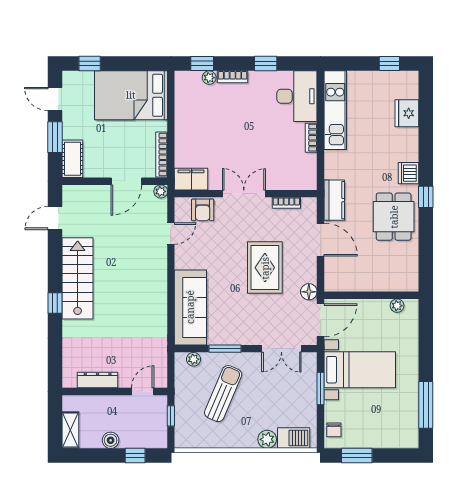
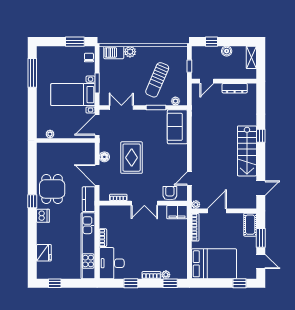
kitchen unit: (335, 110) -> (88, 246), width x1.36
floor lamp: (309, 292) -> (104, 157), moved
sofa: (190, 307) -> (177, 127), width x0.73

